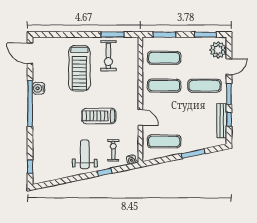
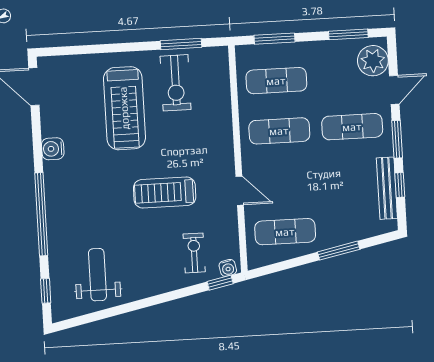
window: (30, 104) -> (41, 214), moved
weight bench: (85, 154) -> (97, 275), moved
window: (104, 172) -> (220, 283), moved

